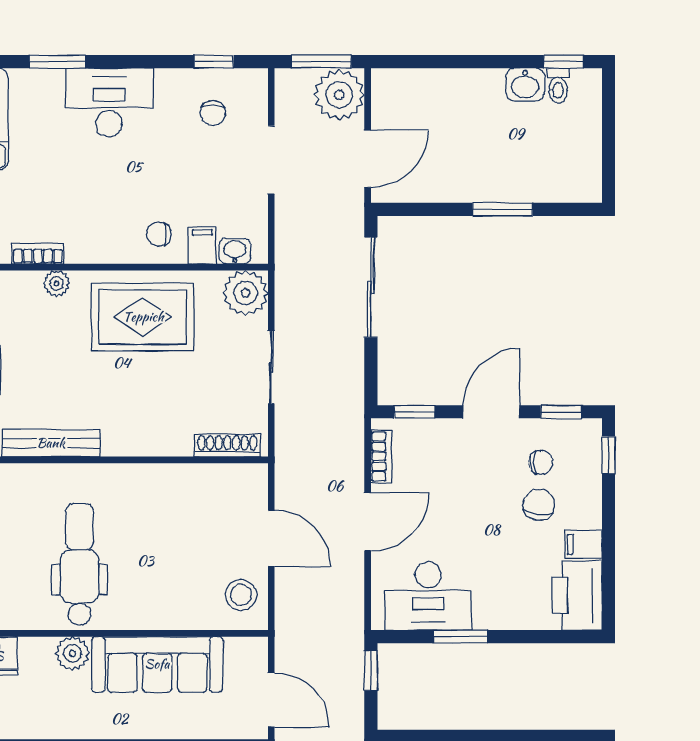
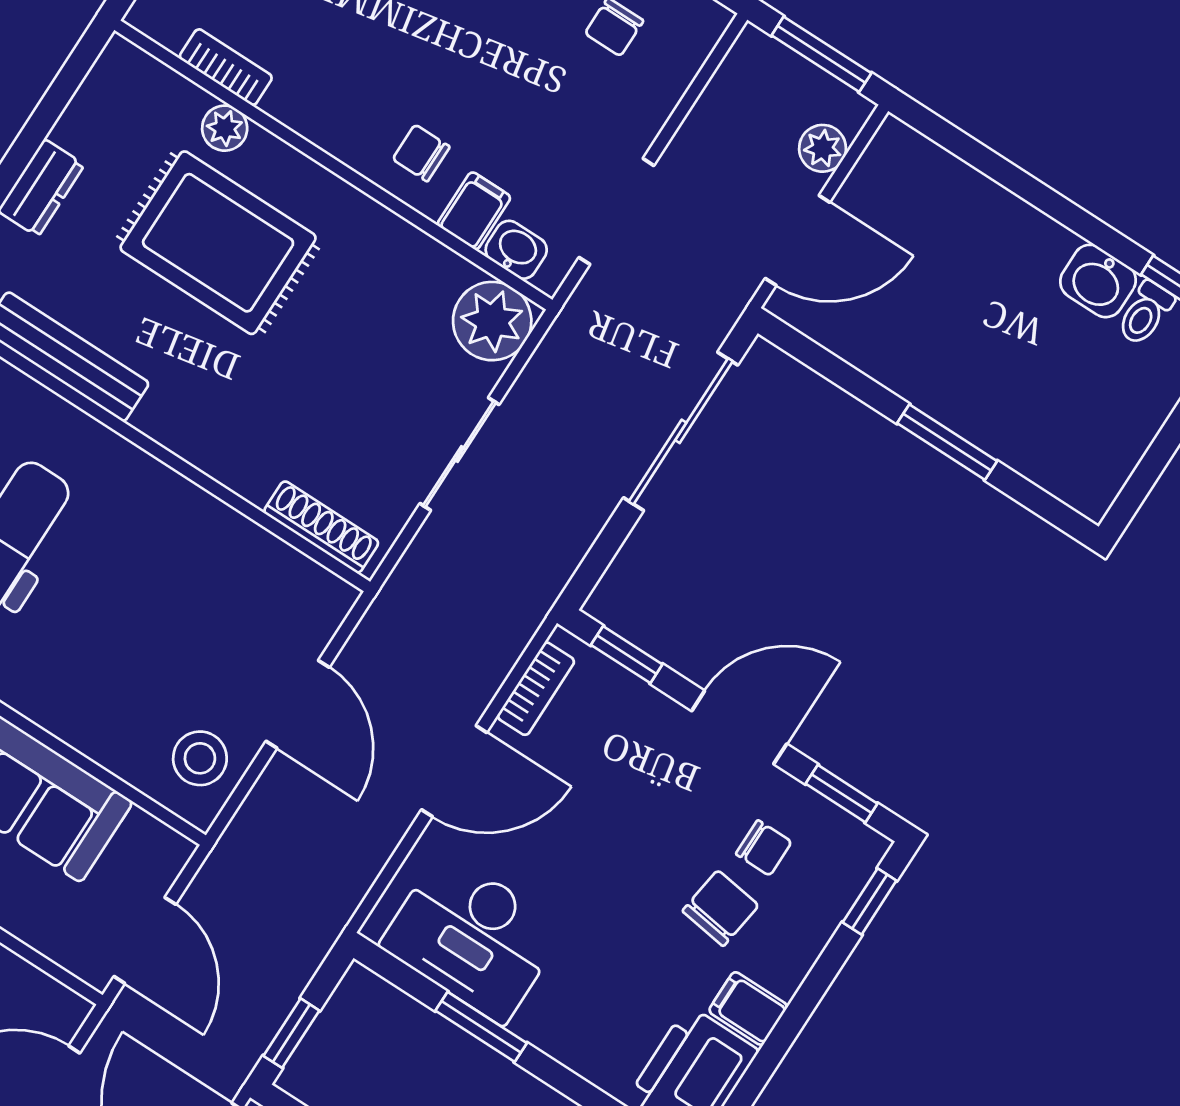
plant: (339, 95) -> (823, 148), width x0.53, depth x0.53
doorway: (271, 160) -> (616, 211), moved
rug: (143, 317) -> (218, 243), moved
window: (371, 671) -> (291, 1033), moved

